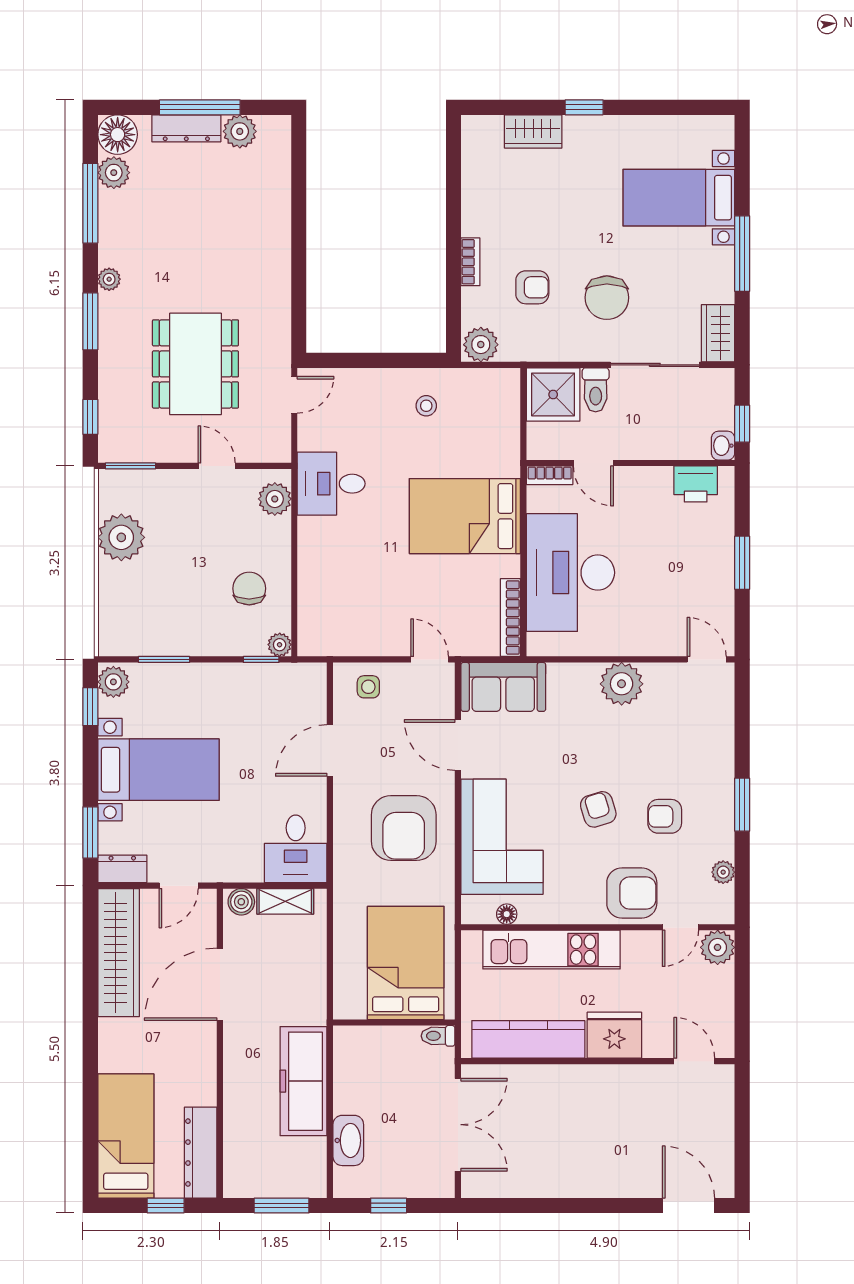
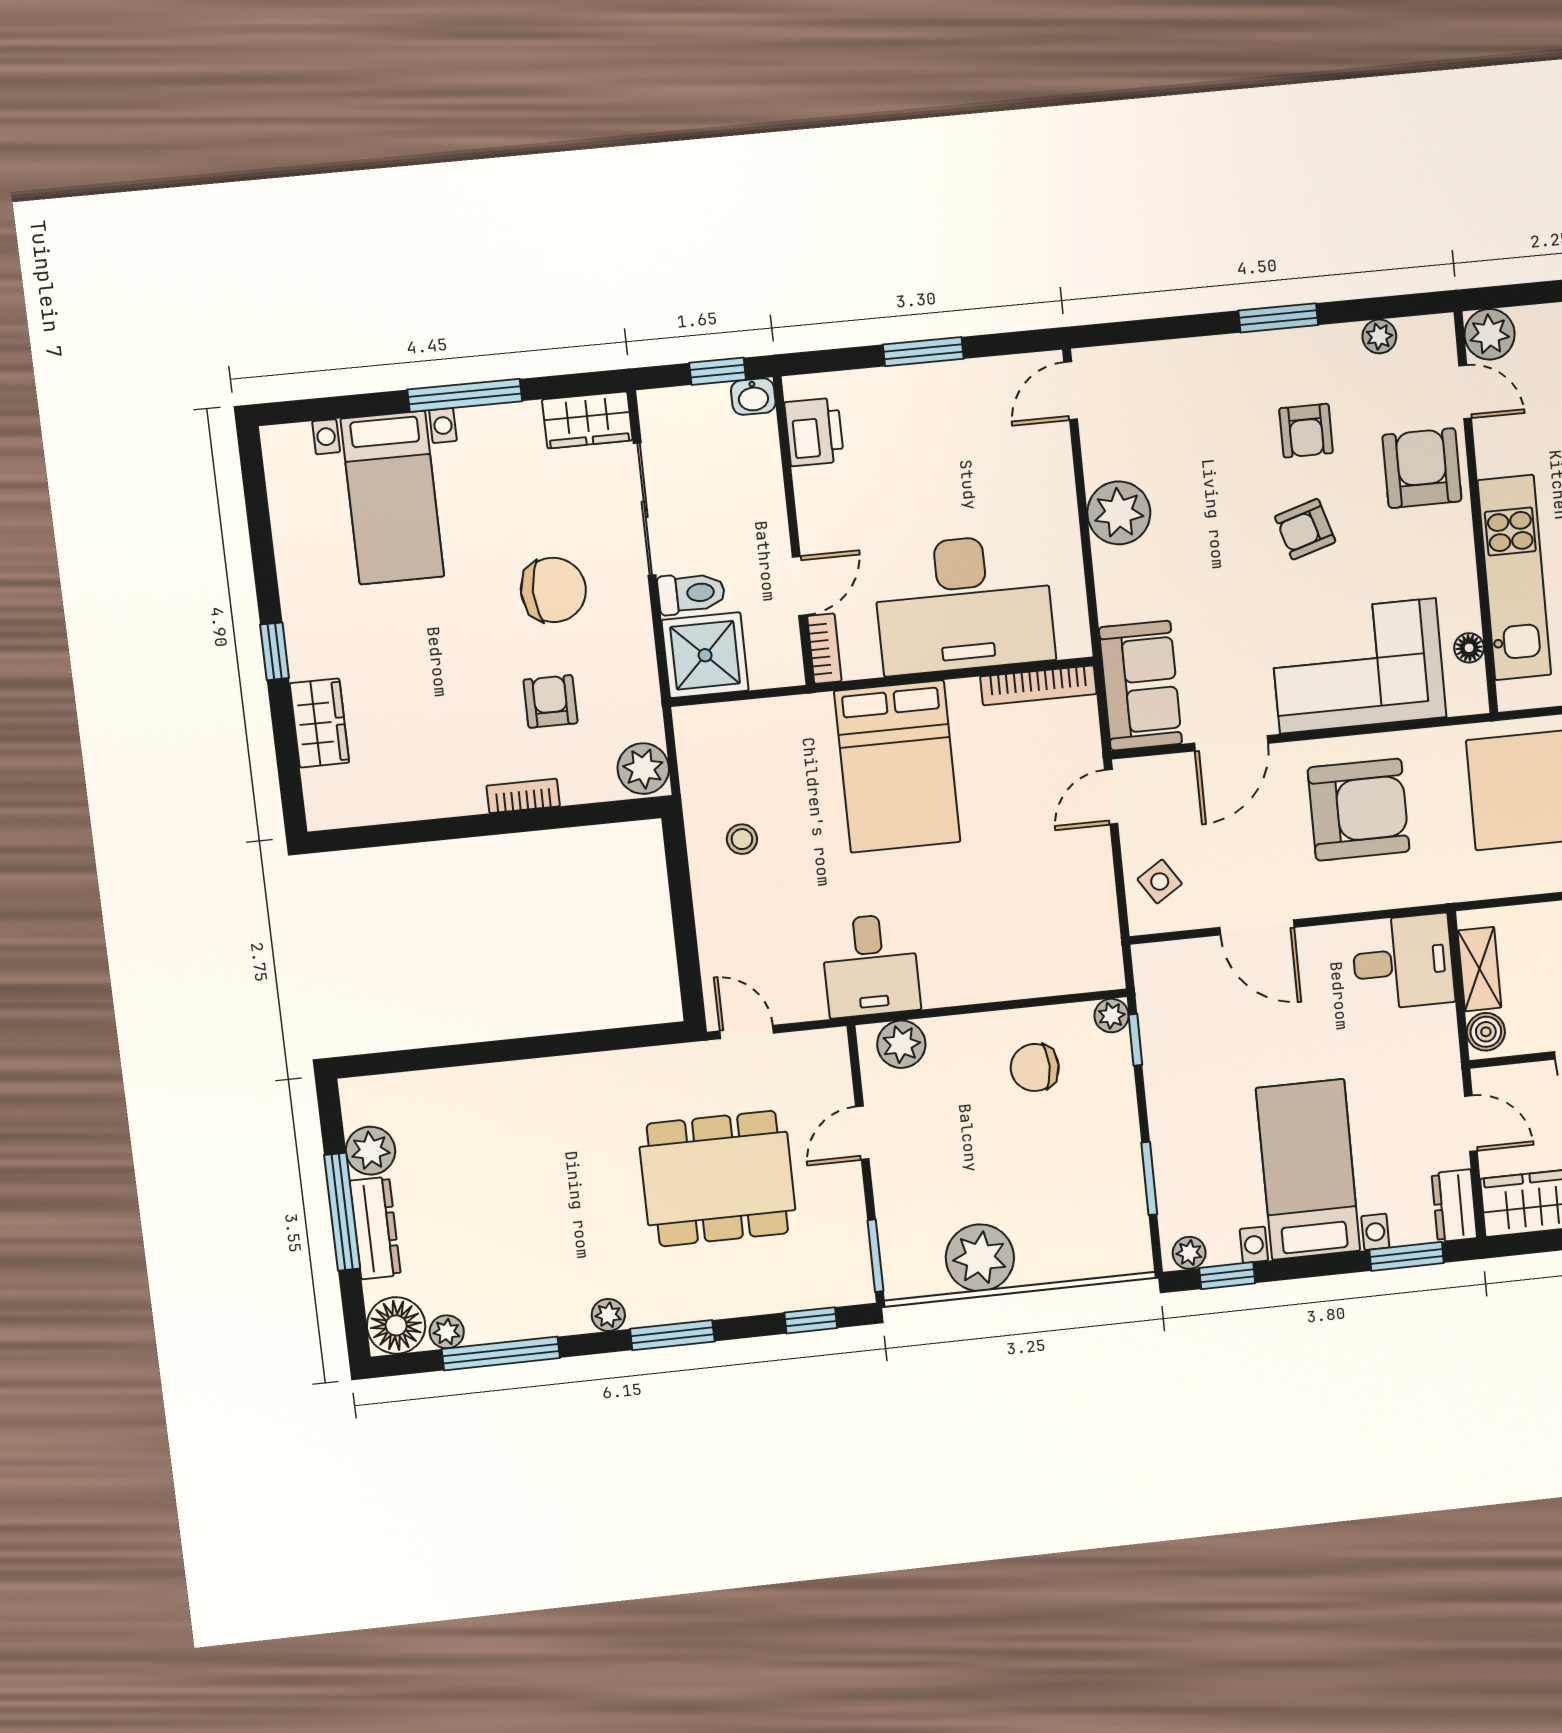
plant: (114, 173) -> (447, 1332), width x0.73, depth x0.73
plant: (113, 682) -> (1189, 1253), width x0.73, depth x0.73
side table: (368, 687) -> (1160, 881), turned -33

